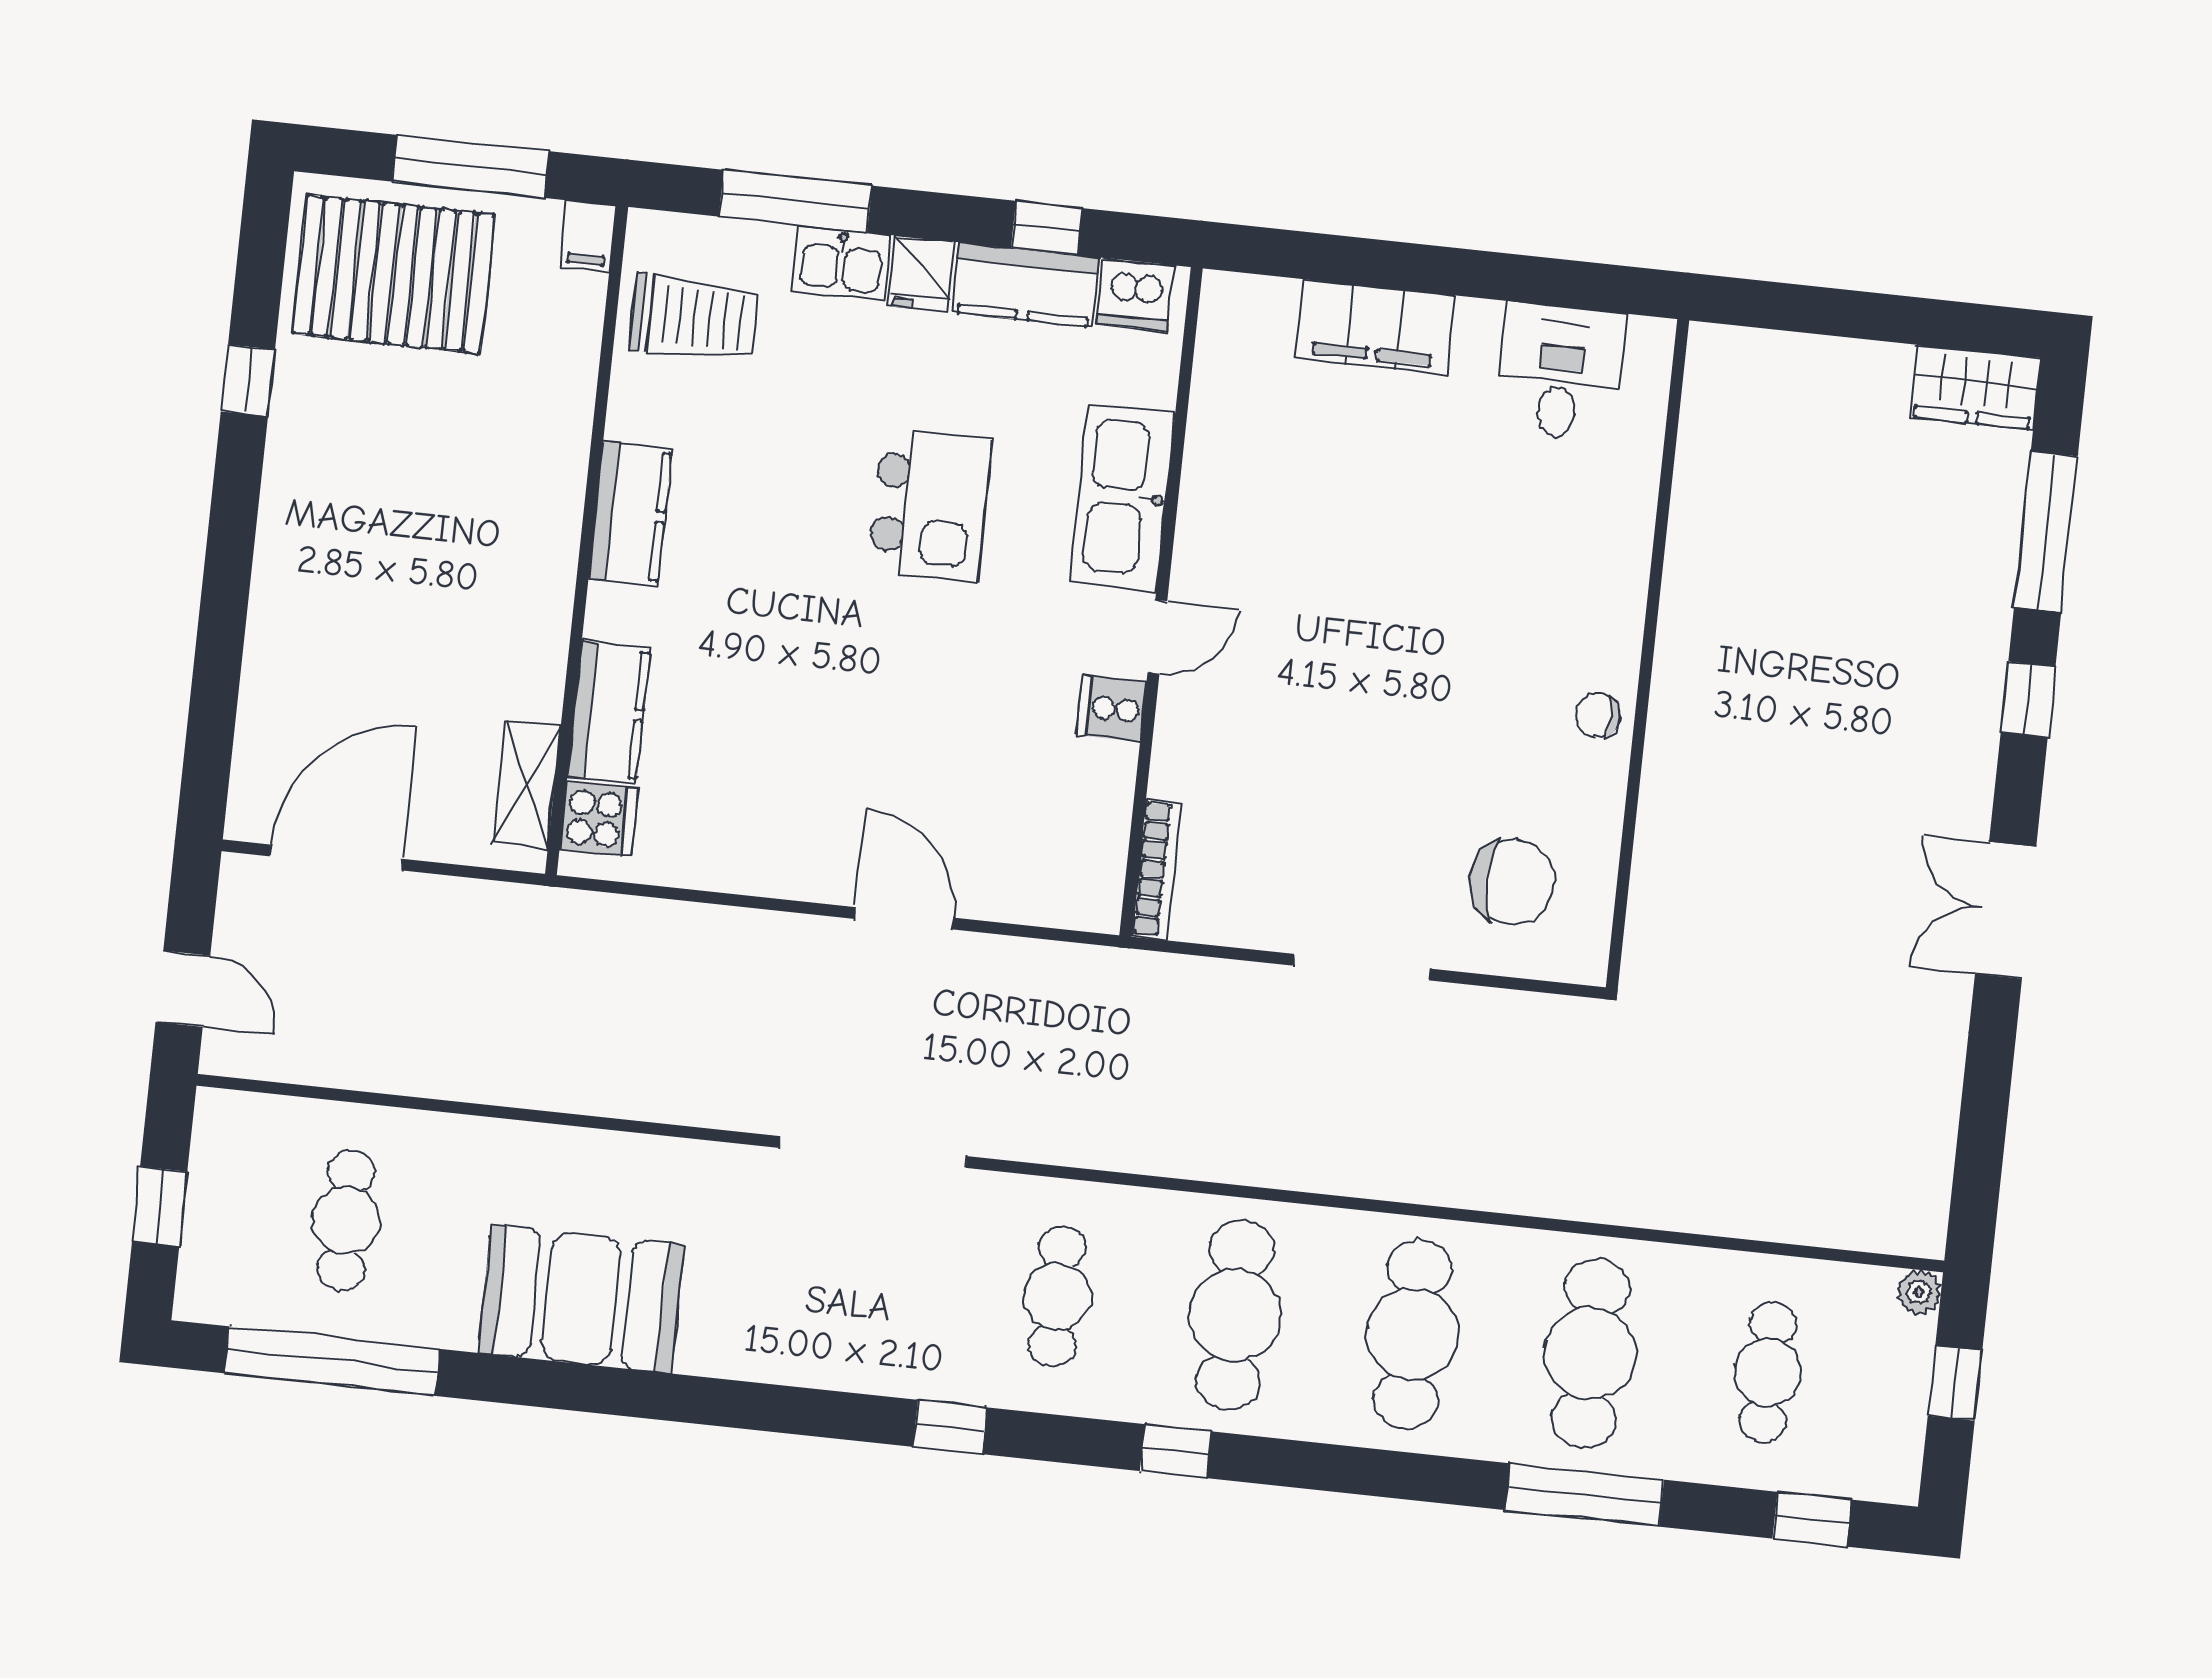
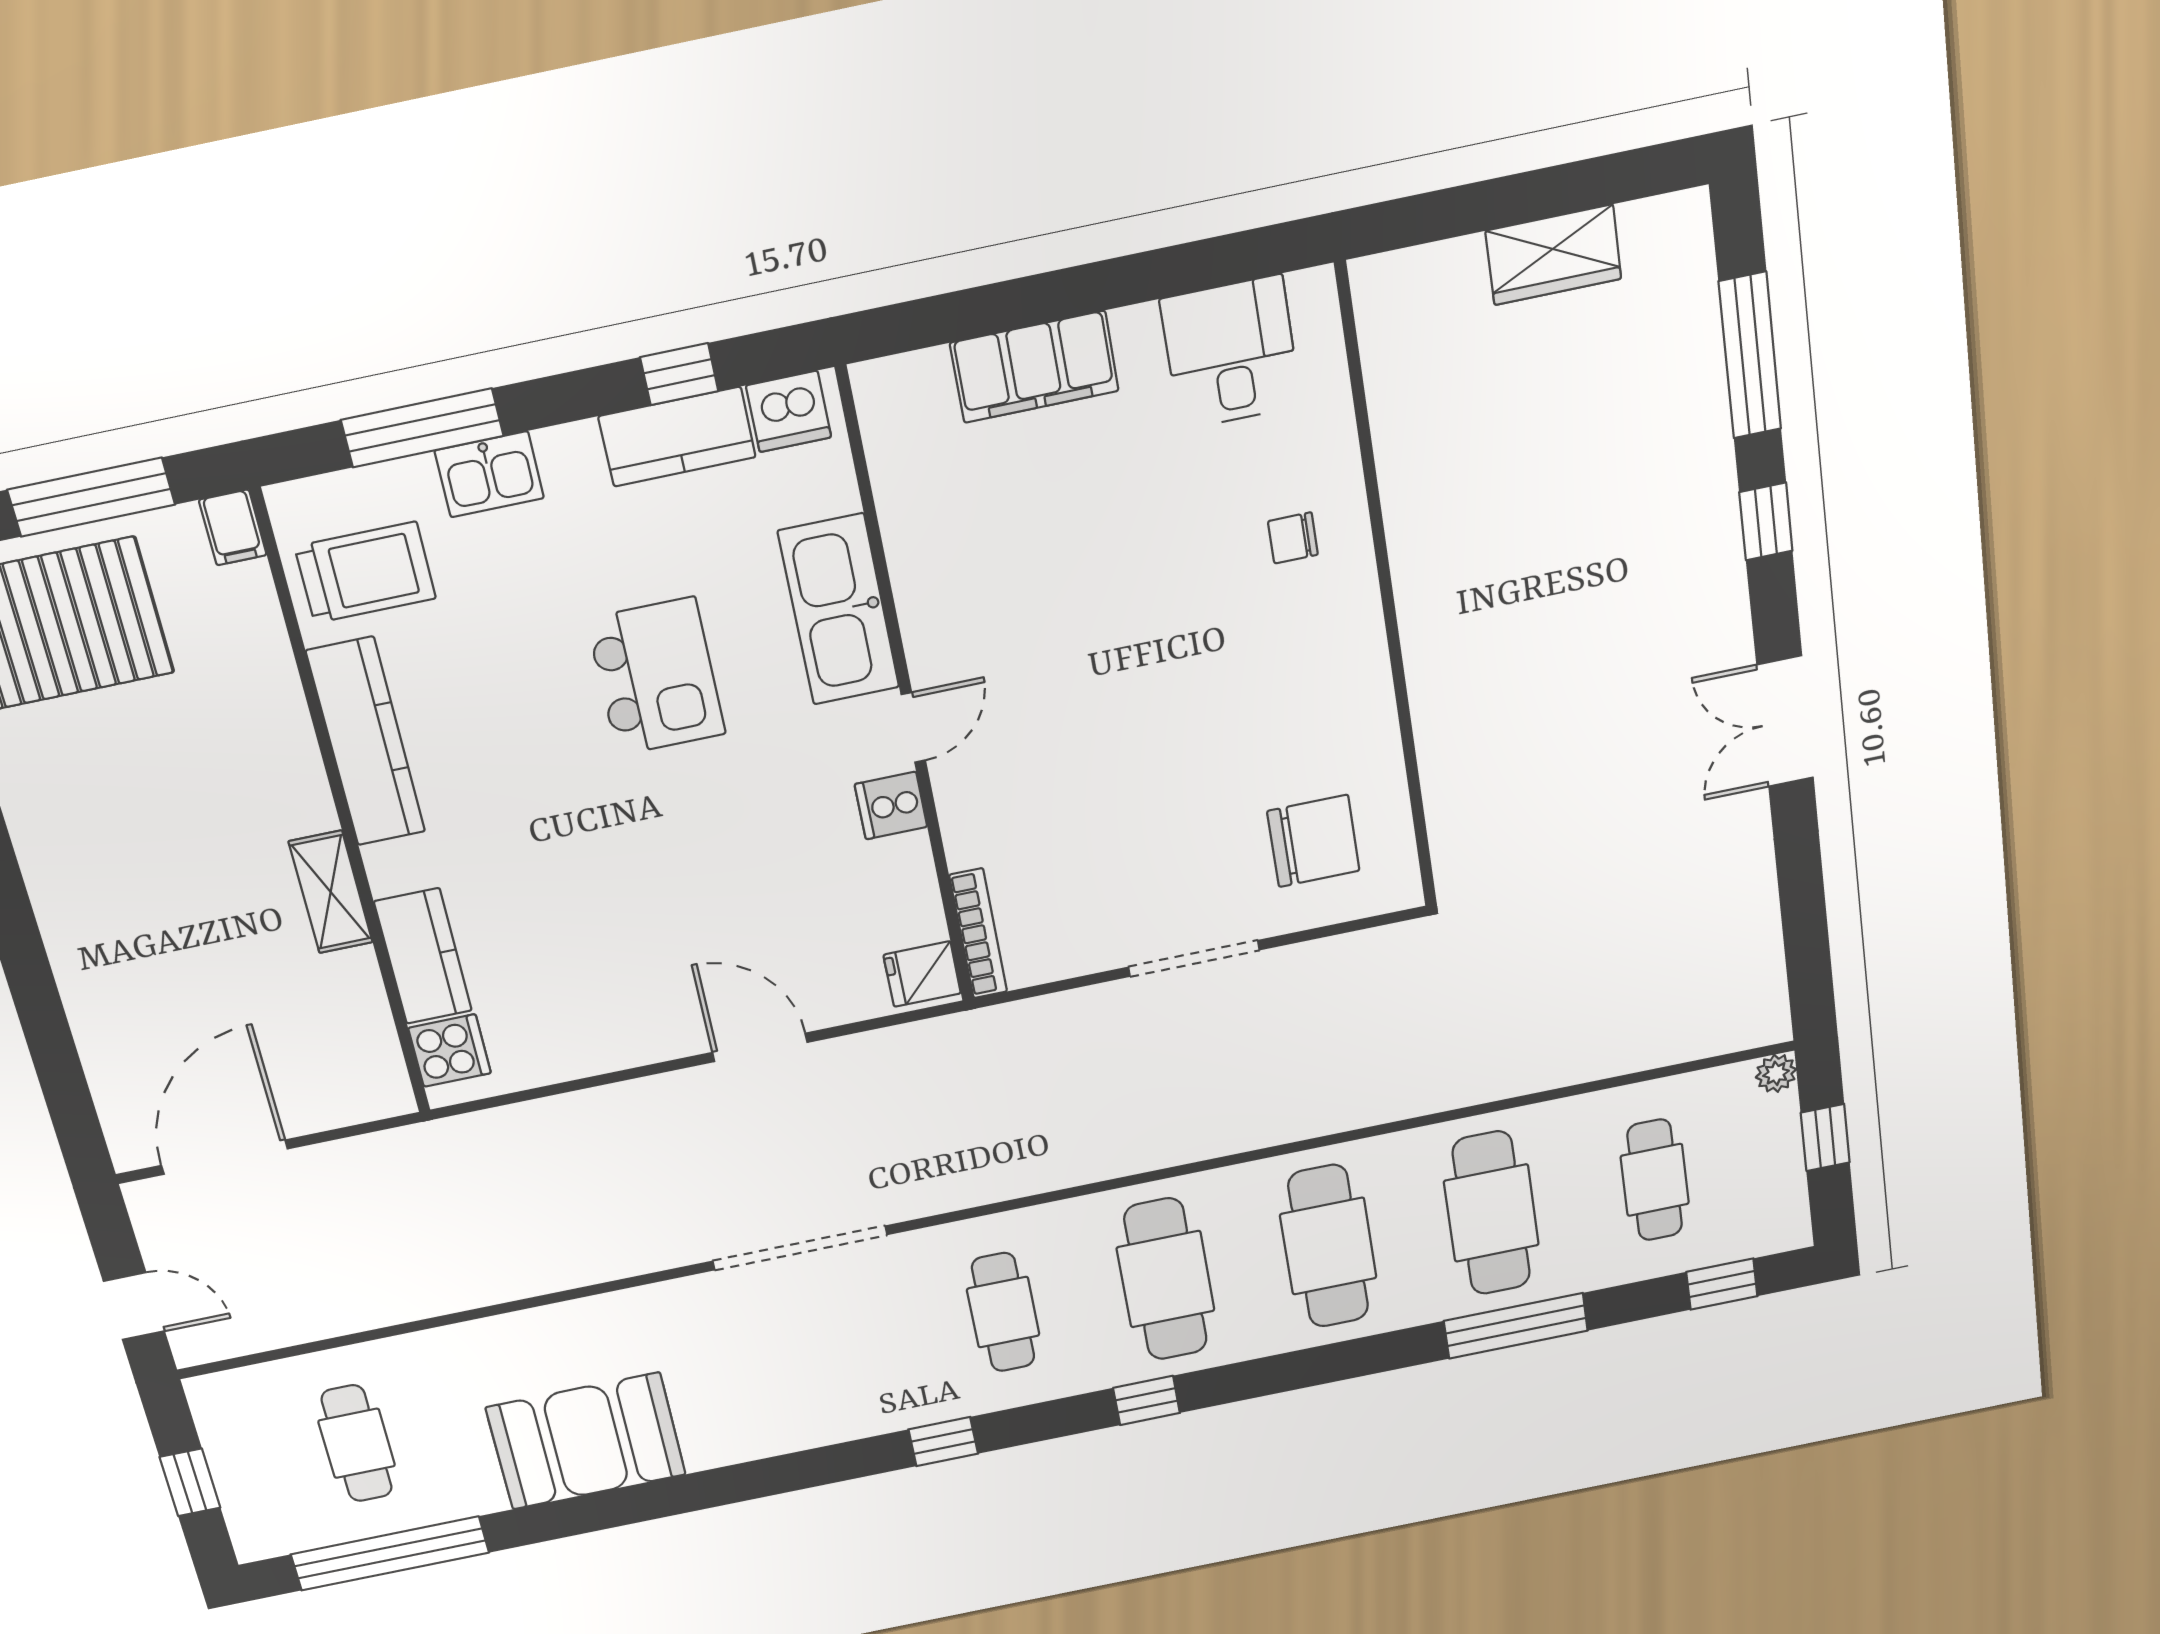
fridge: (921, 274) -> (922, 974), moved, turned 90
wardrobe: (1975, 387) -> (1553, 255), moved
kitchen counter: (630, 514) -> (366, 742), width x1.50
chair: (1597, 715) -> (1293, 538), moved
shelving: (527, 784) -> (331, 892), moved

